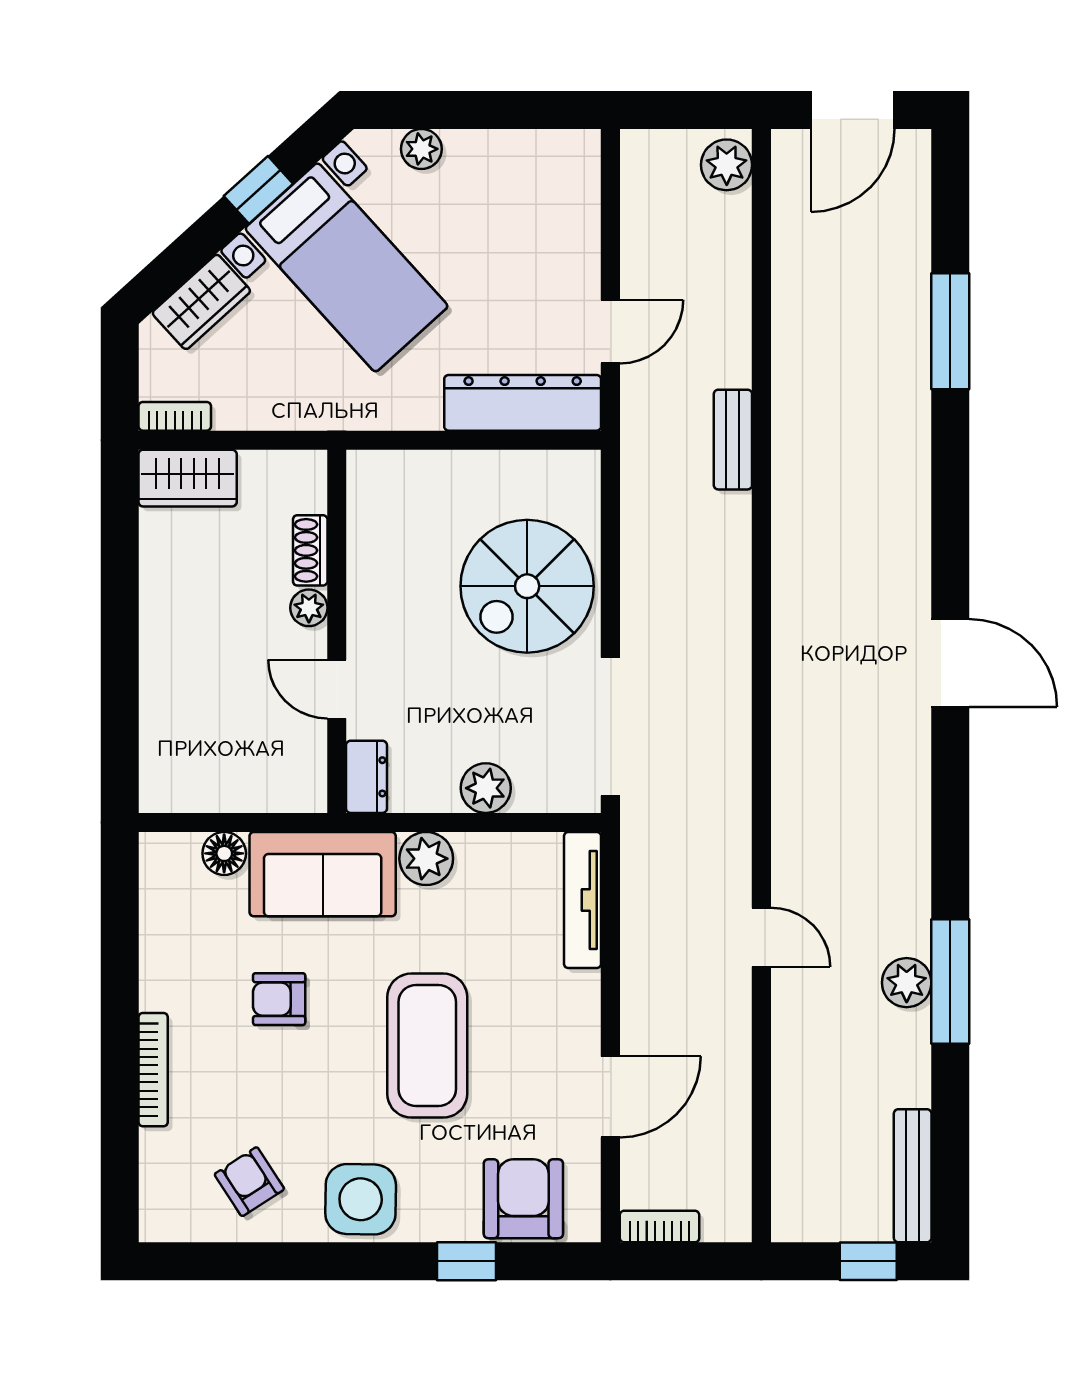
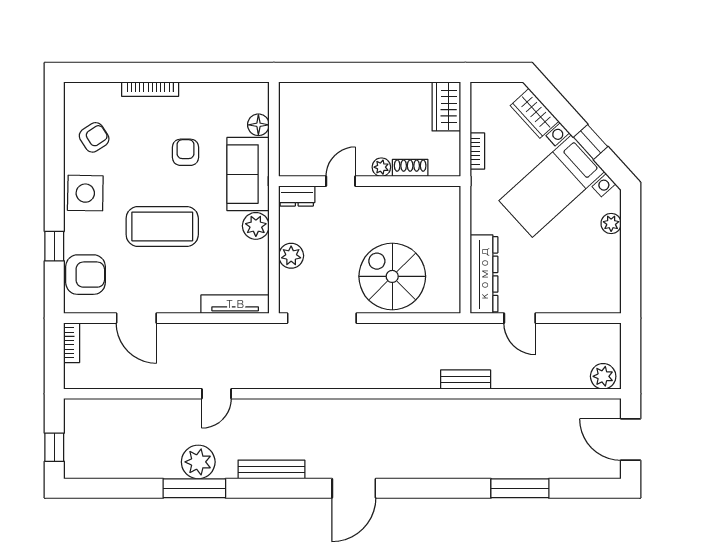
bookcase: (175, 416) -> (477, 151), moved
plant: (907, 983) -> (198, 462), width x1.36, depth x1.36
bench: (913, 1176) -> (271, 469), moved

